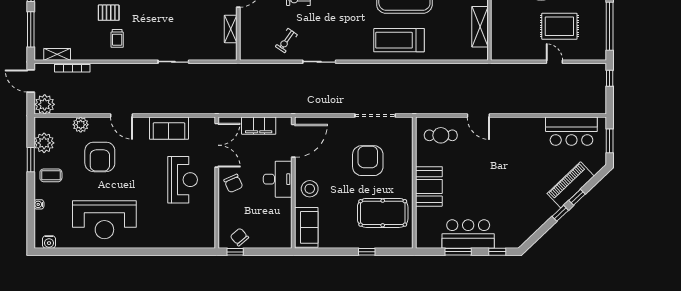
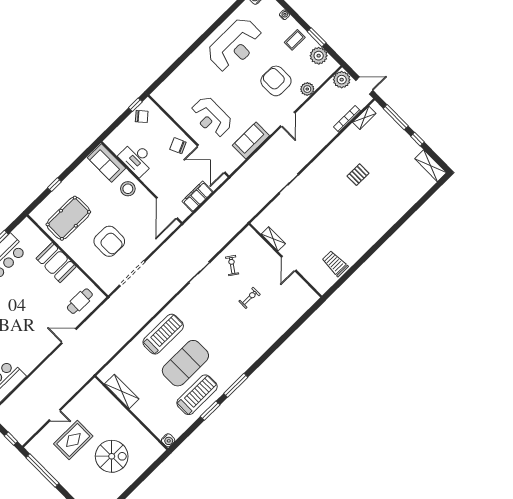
trolley: (117, 38) -> (337, 164), removed
door: (121, 116) -> (288, 119), swing flipped
desk: (278, 179) -> (137, 159), moved
reception desk: (104, 220) -> (235, 45), turned 180

